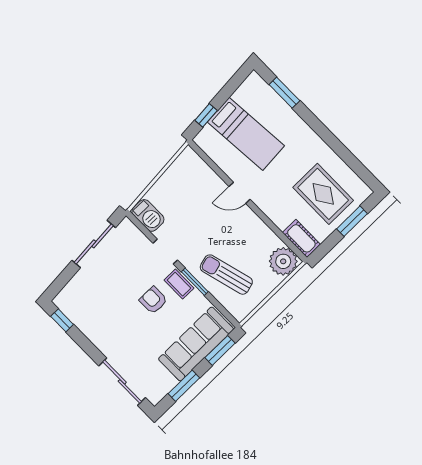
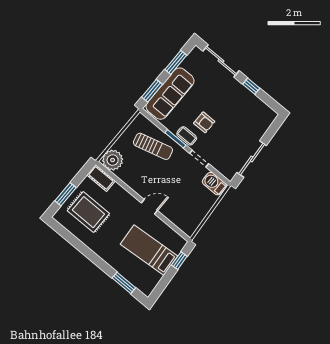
window: (62, 320) -> (251, 86), moved

